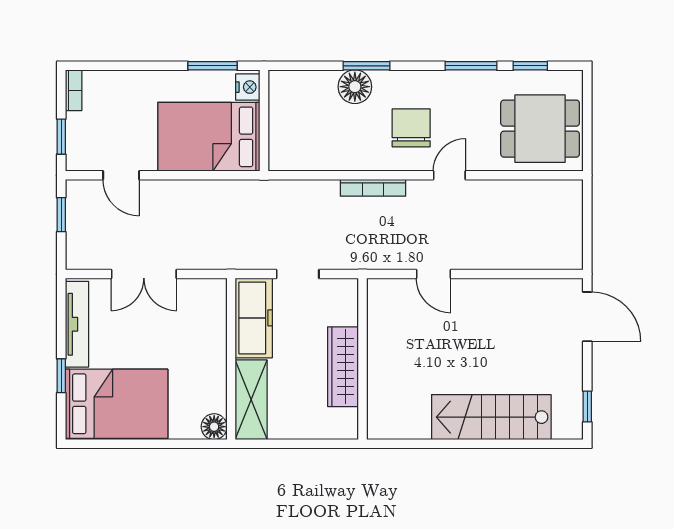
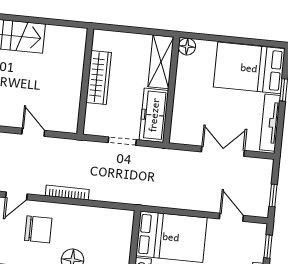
chair: (411, 128) -> (38, 229), turned -90

